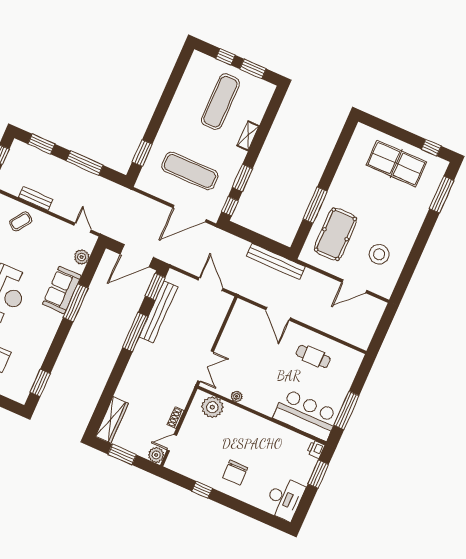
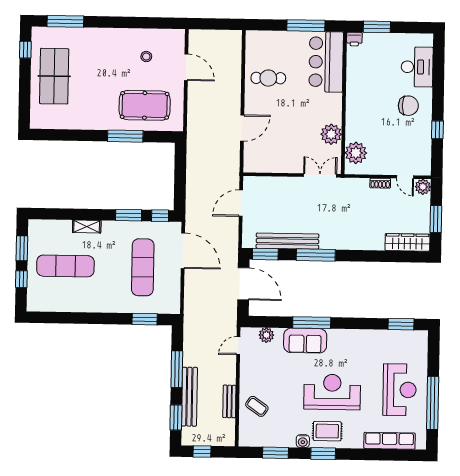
stool: (379, 254) -> (146, 57), width x0.53, depth x0.53
bench: (276, 261) -> (189, 397), moved
cafe table: (313, 356) -> (268, 78), turned 90
plant: (237, 396) -> (331, 134), width x1.88, depth x1.88
desk: (285, 499) -> (417, 67), moved, turned 90

